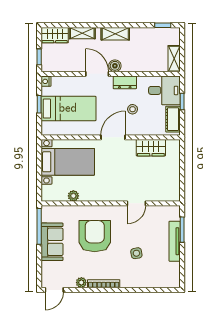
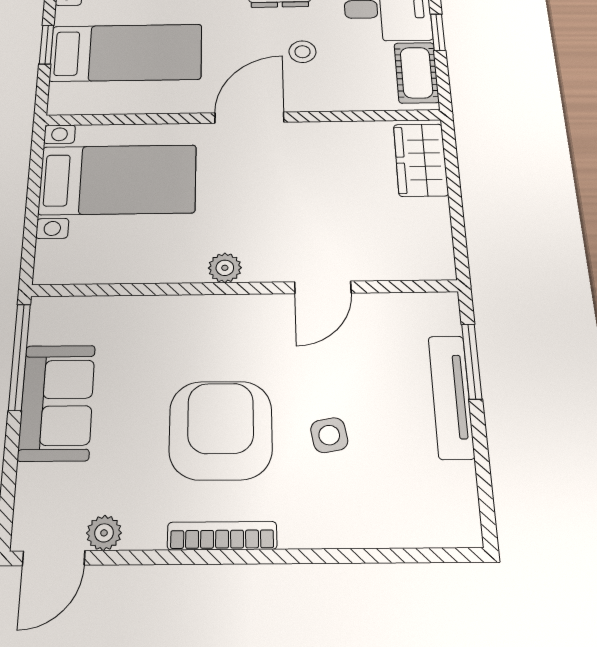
wardrobe: (151, 148) -> (421, 160), moved, turned 90
plant: (73, 196) -> (225, 268), moved
armchair: (95, 236) -> (221, 430), moved
plant: (81, 283) -> (104, 533), moved

